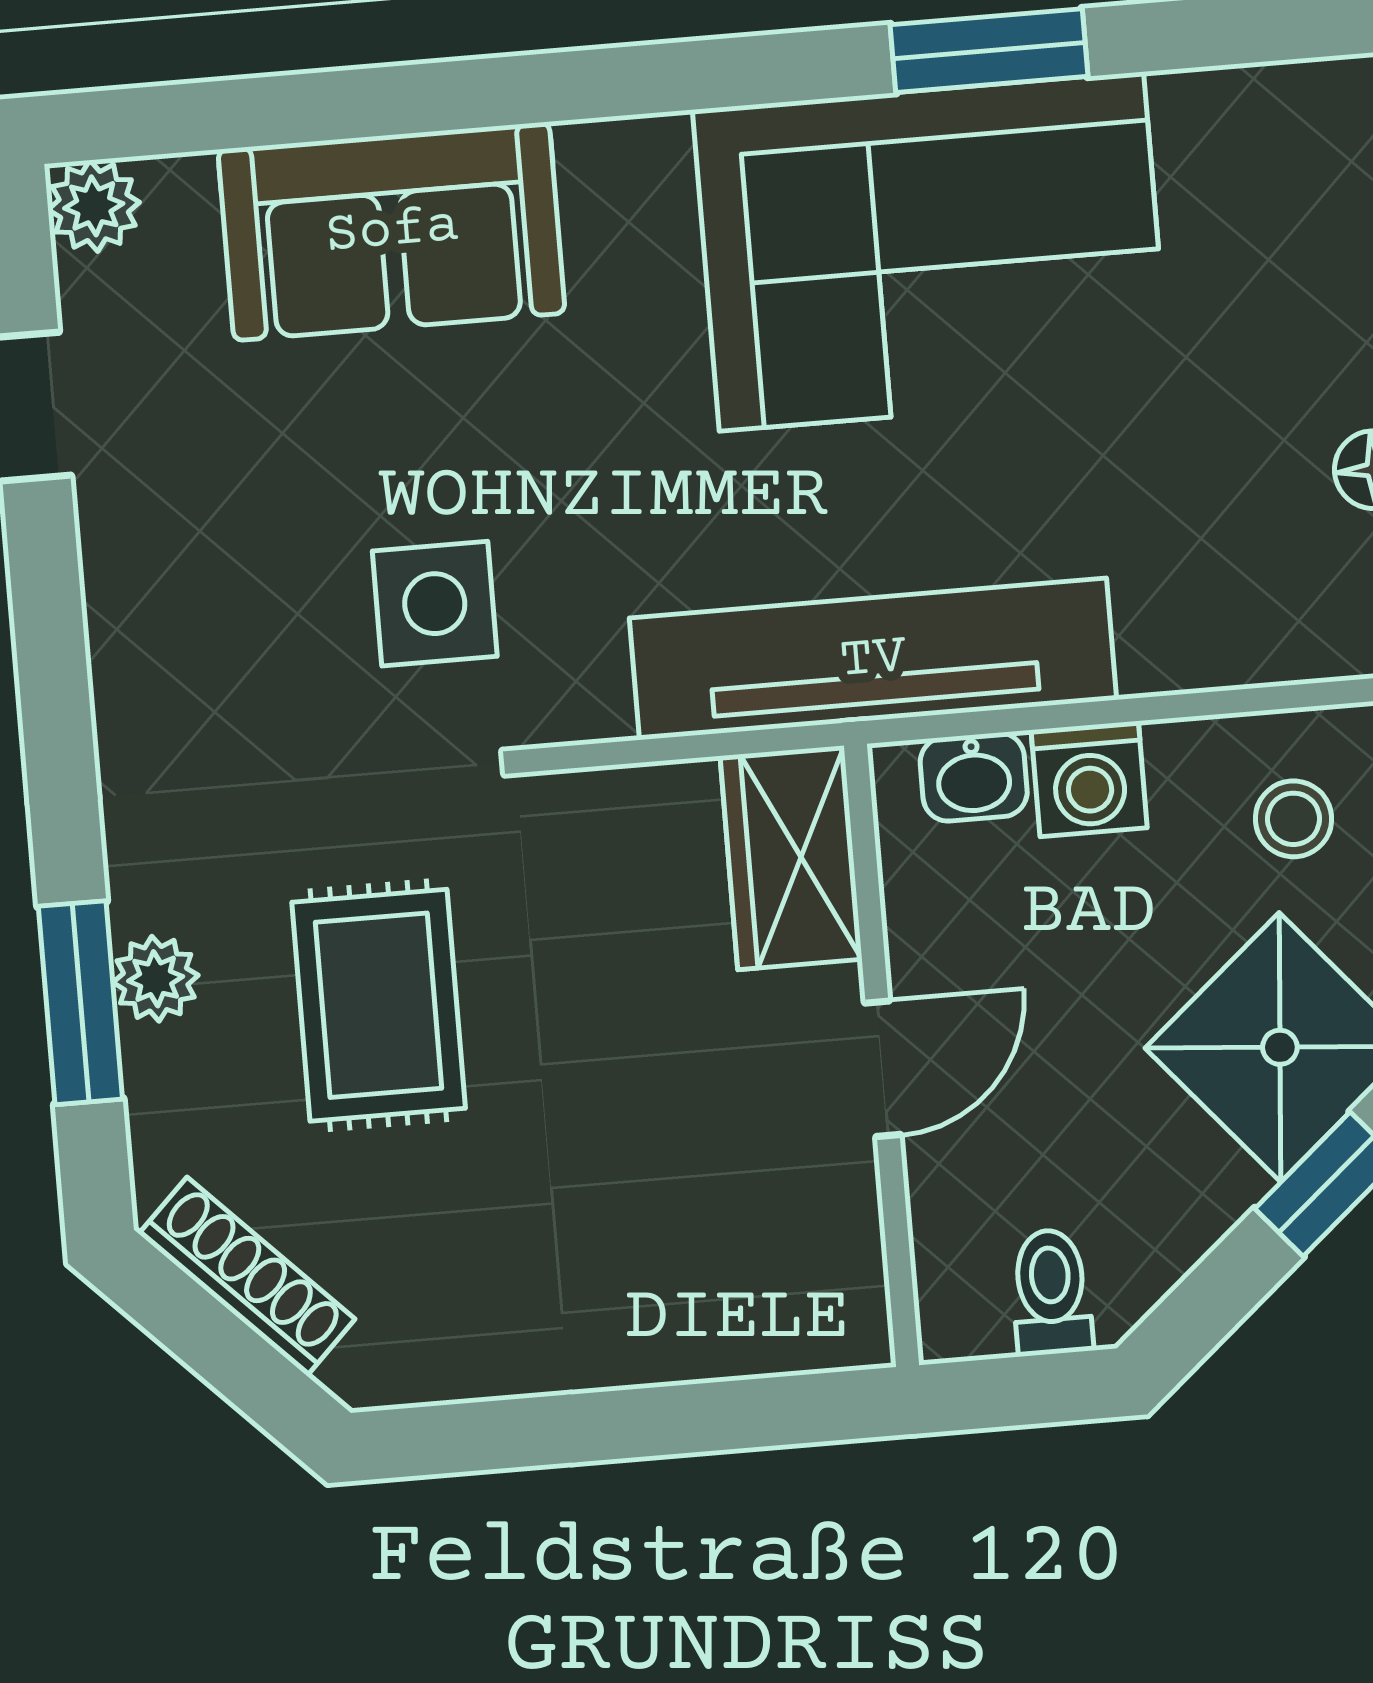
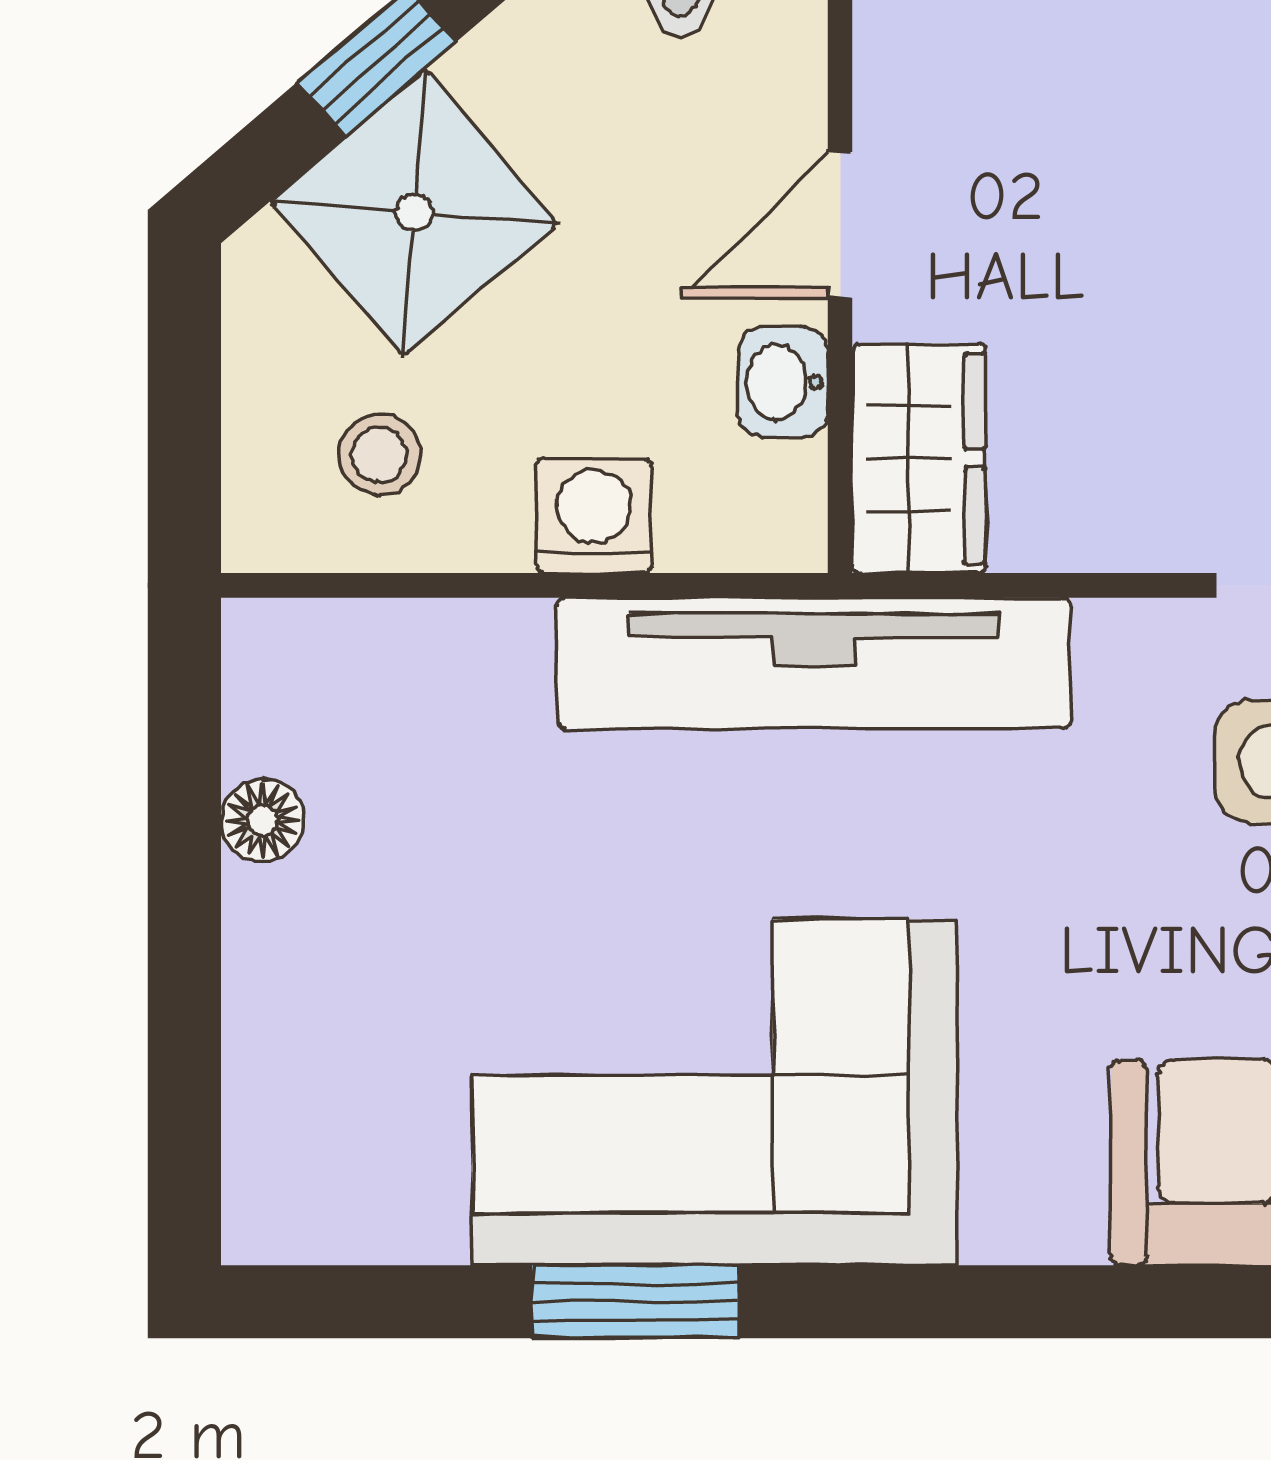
washbasin: (974, 777) -> (783, 382), moved, turned -90

